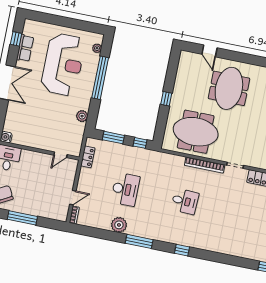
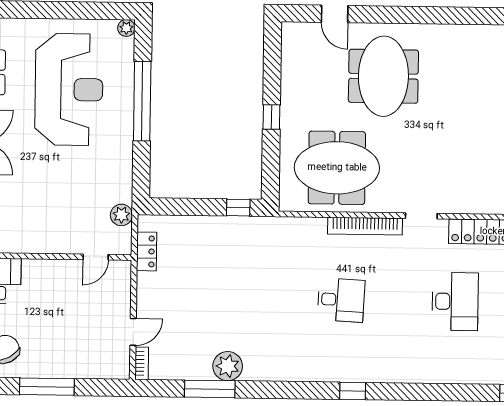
plant: (97, 48) -> (126, 28), moved
plant: (82, 116) -> (121, 215), moved
window: (113, 138) -> (187, 207), removed
desk: (125, 189) -> (455, 301), moved
window: (139, 241) -> (210, 389), moved

